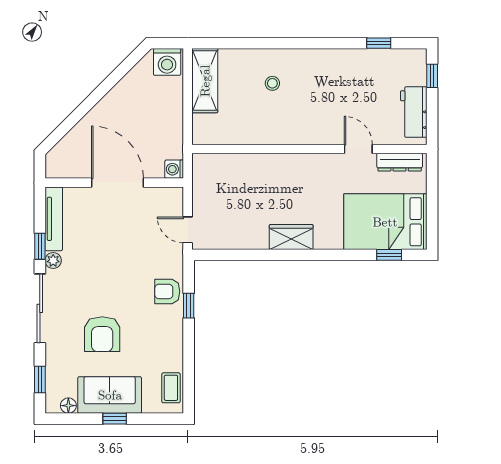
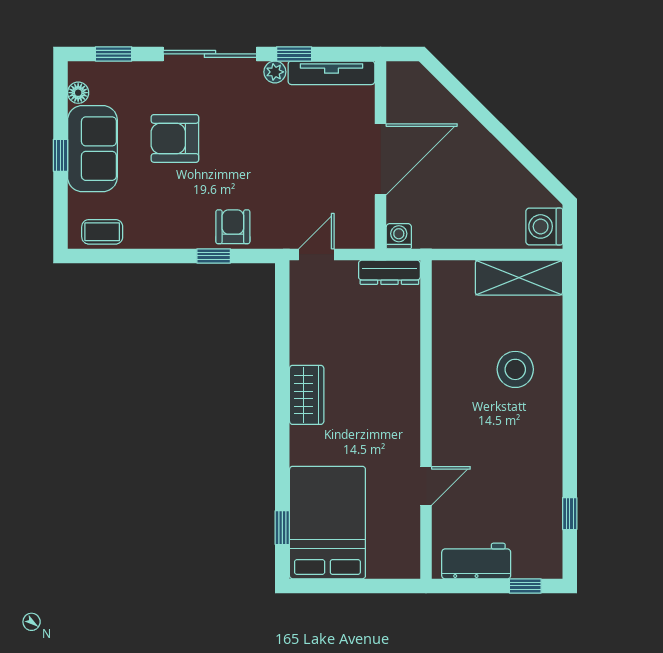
stool: (272, 83) -> (515, 369), width x1.89, depth x1.89
dresser: (400, 162) -> (389, 272), moved, turned -90

